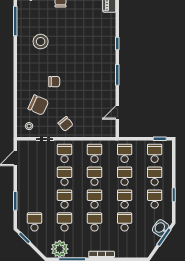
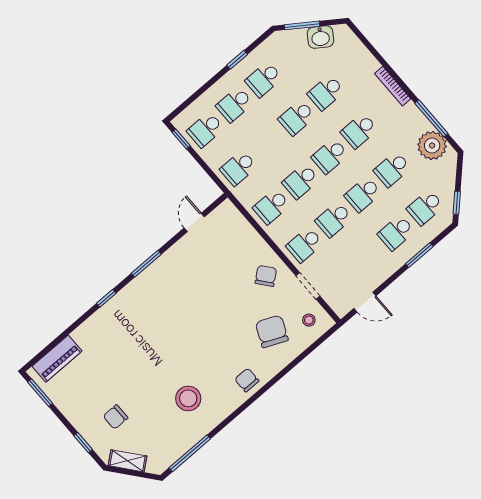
chair: (54, 82) -> (247, 380), moved
door: (117, 112) -> (194, 222), swing flipped
school desk: (125, 176) -> (396, 233), moved
washbasin: (161, 228) -> (320, 37), moved

